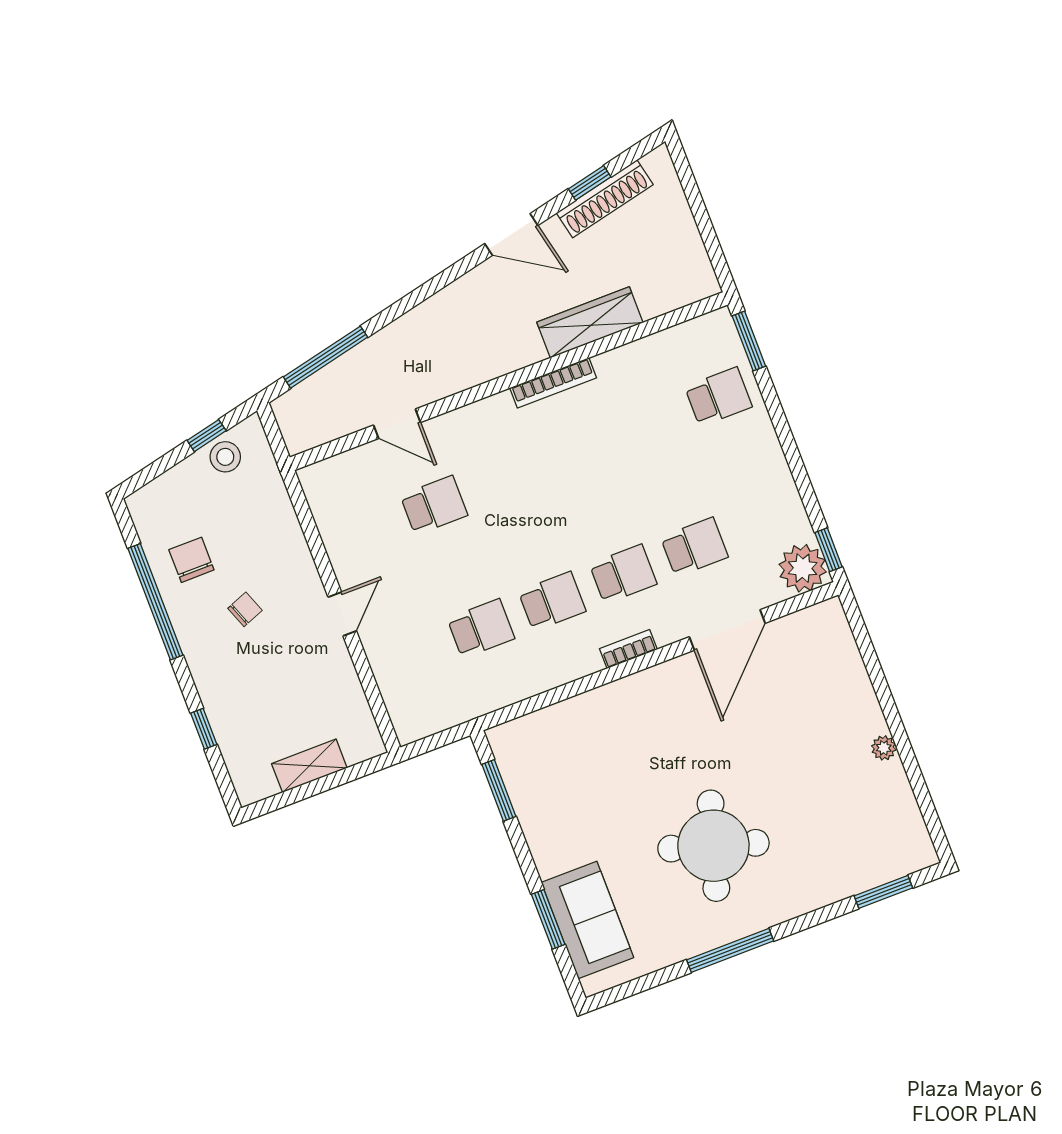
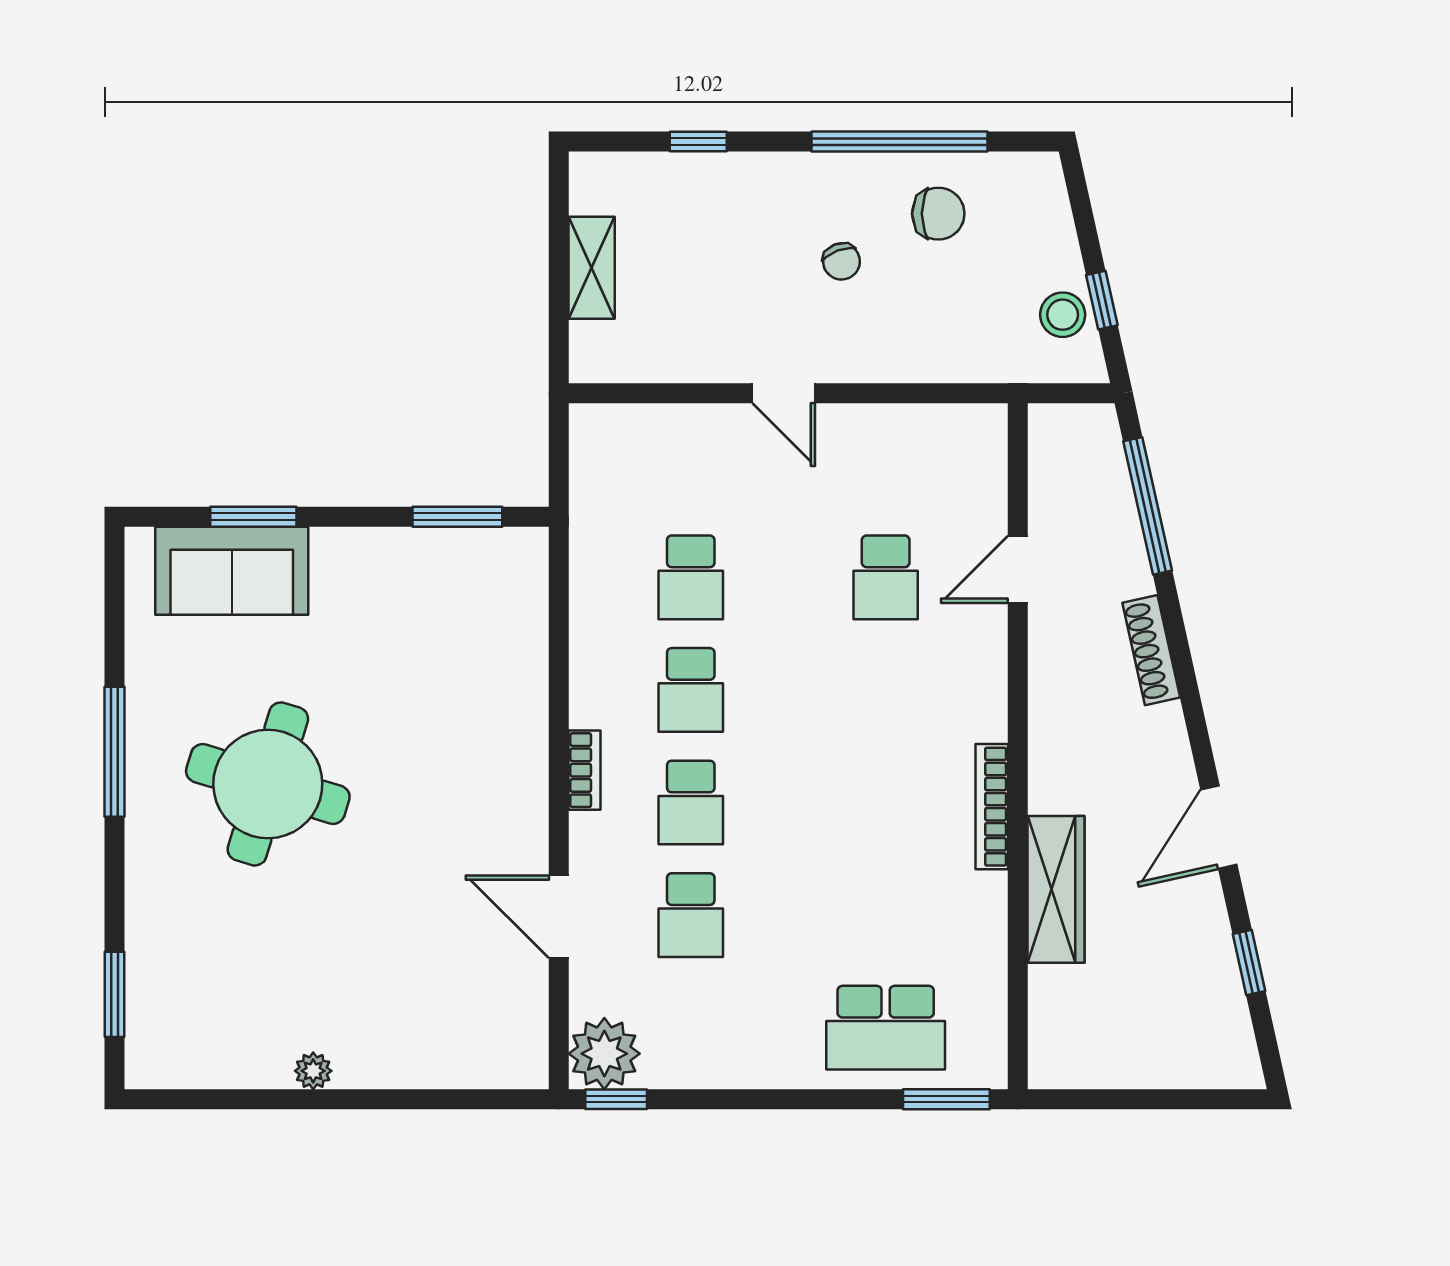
shoe rack: (605, 199) -> (1151, 650), moved, width x0.74, depth x0.81
school desk: (718, 397) -> (886, 1028), width x1.85
door: (727, 630) -> (559, 917), width x0.73

